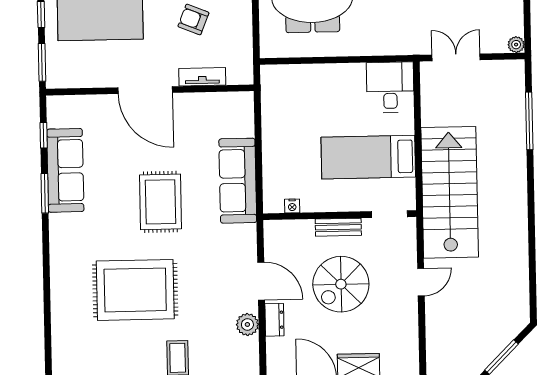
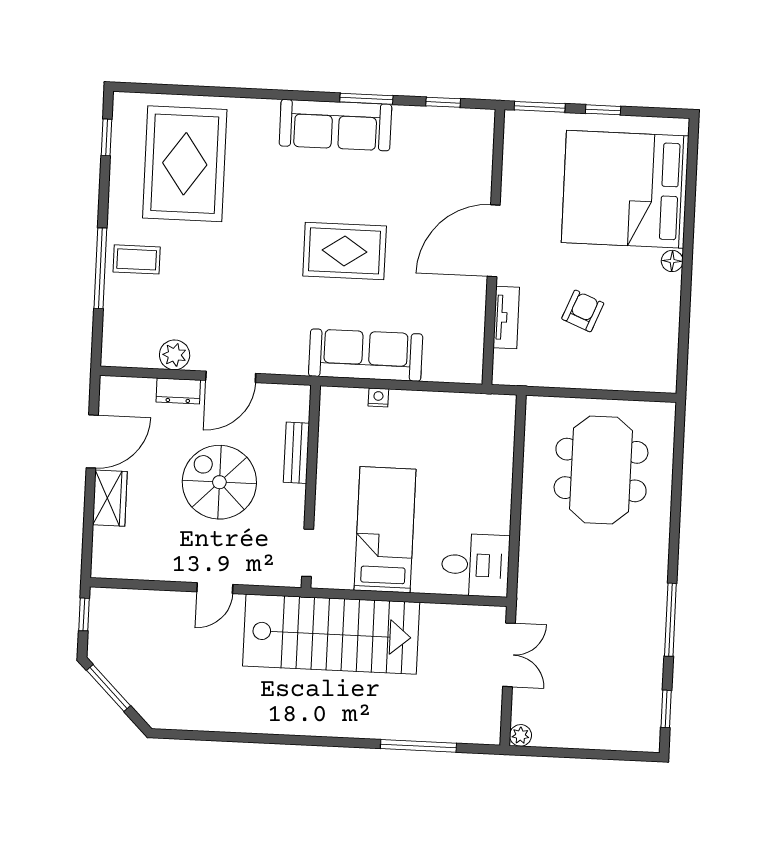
sofa: (65, 170) -> (335, 125), moved
nightstand: (292, 206) -> (378, 397), moved, turned 90
bench: (338, 227) -> (296, 453), moved
door: (421, 282) -> (215, 588), hinge flipped
rug: (135, 290) -> (185, 164), moved

